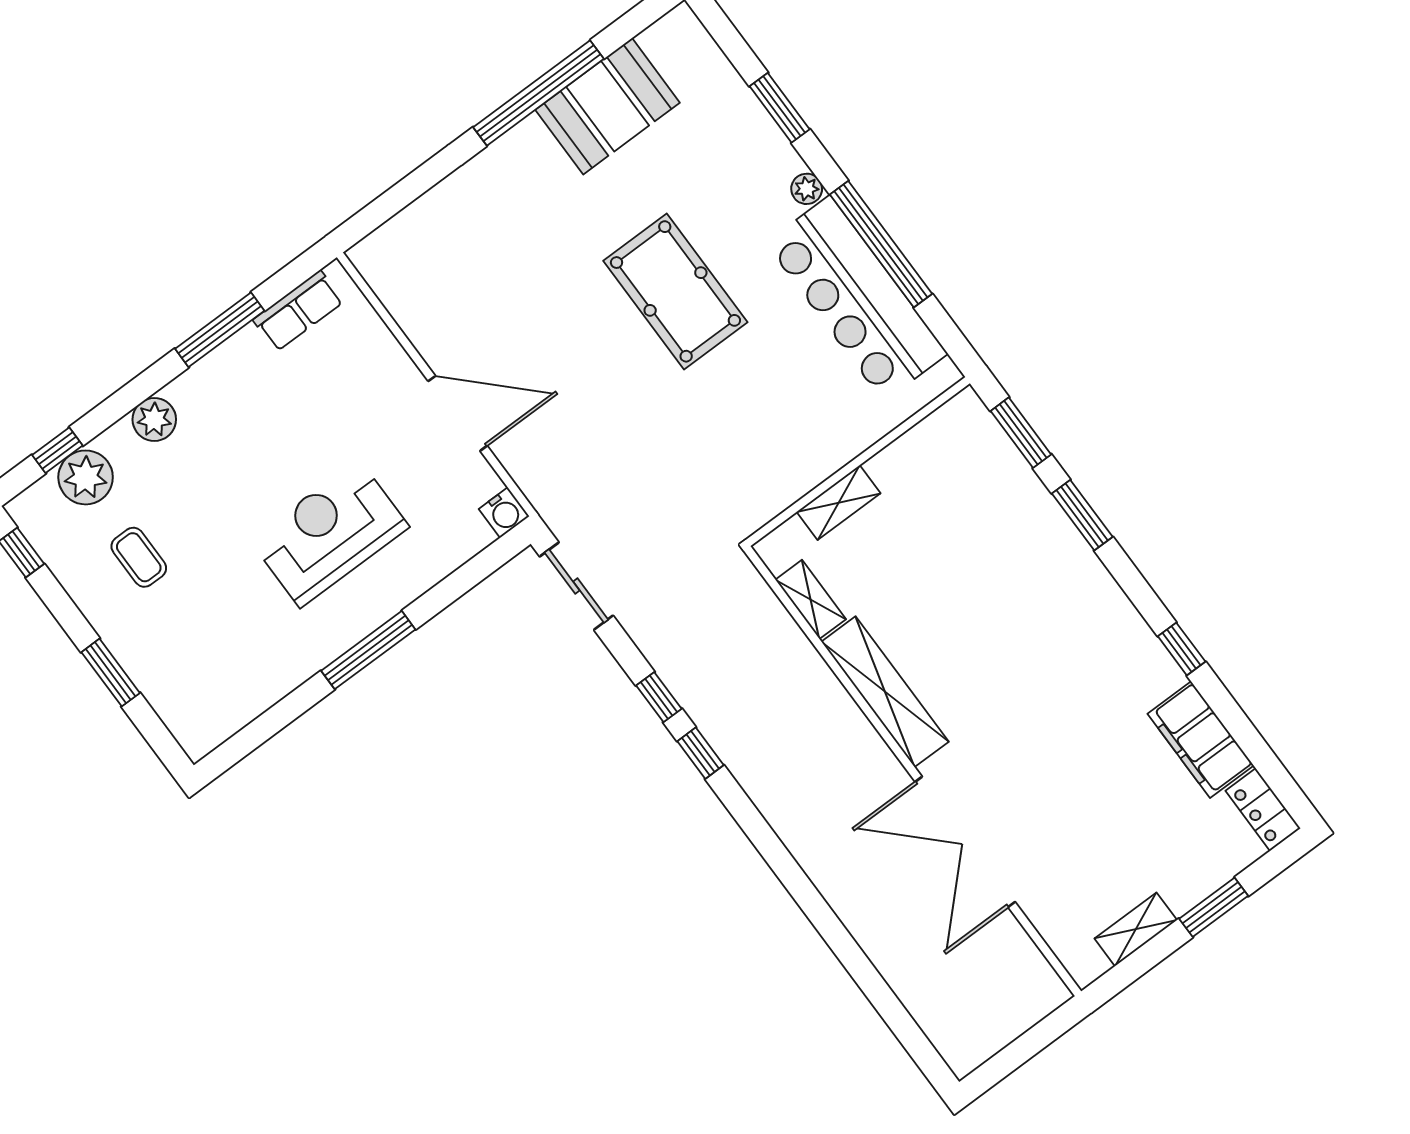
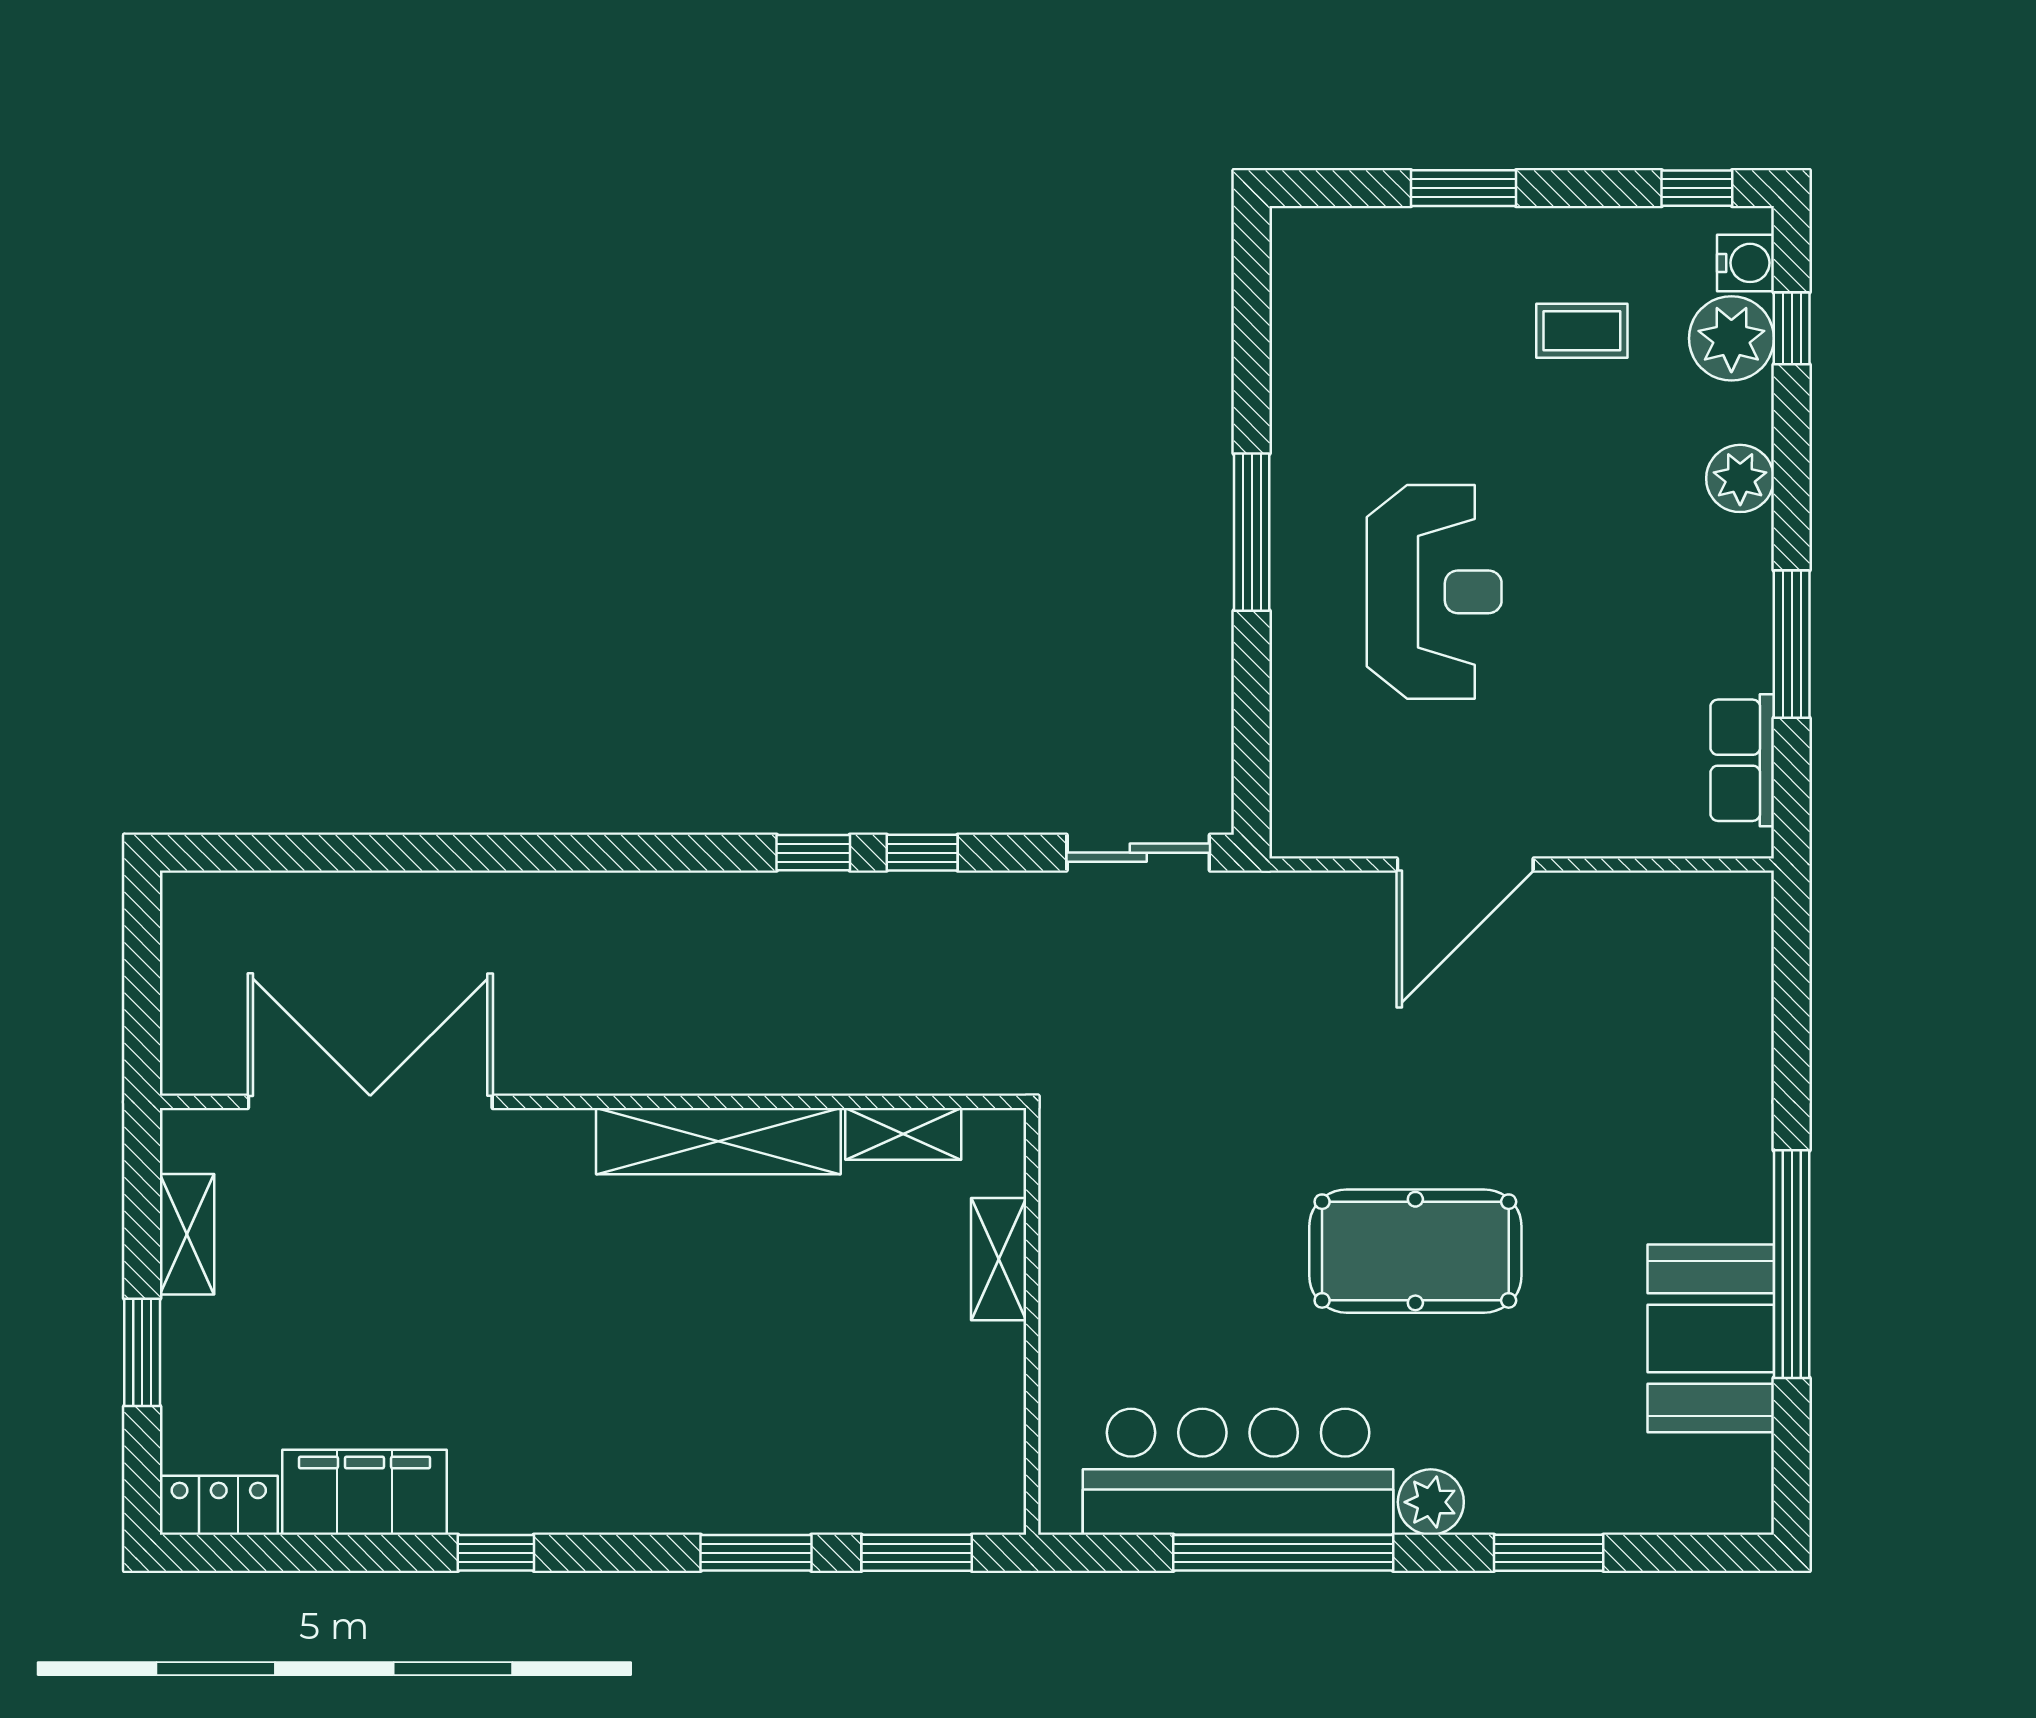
plant: (807, 189) -> (1431, 1502), width x1.38, depth x1.38
water cooler: (504, 513) -> (1745, 263), moved, turned 180
double door: (965, 842) -> (370, 1102), moved

